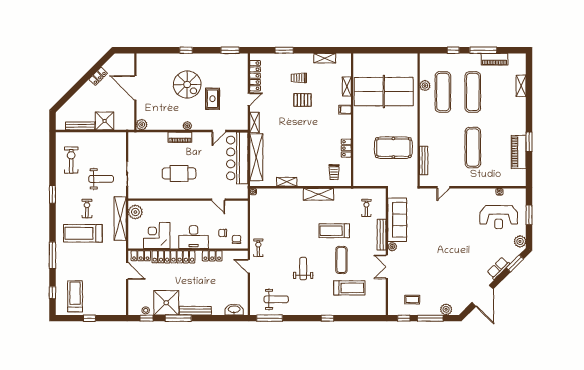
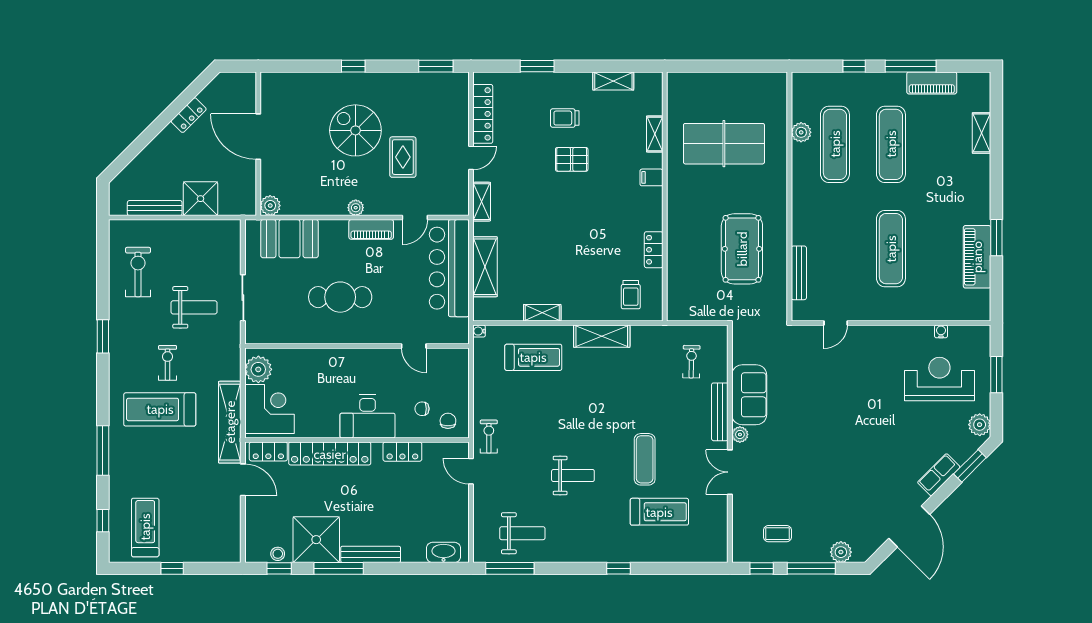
spiral stairs: (187, 84) -> (355, 130), turned 180
table tennis table: (384, 92) -> (724, 144), width x0.73, depth x0.76
piano: (180, 137) -> (371, 229), moved
booth: (152, 142) -> (289, 239), added
pool table: (393, 148) -> (742, 249), turned 90
shelving: (256, 157) -> (485, 267), width x0.68
reception desk: (499, 217) -> (939, 379), turned 180
shelving: (120, 219) -> (230, 422), moved
sofa: (397, 220) -> (749, 395), width x0.73
treadmill: (334, 231) -> (533, 357), moved, turned 180
corner desk: (157, 235) -> (269, 409), moved, turned 90
weight bench: (303, 269) -> (573, 476), turned 90

